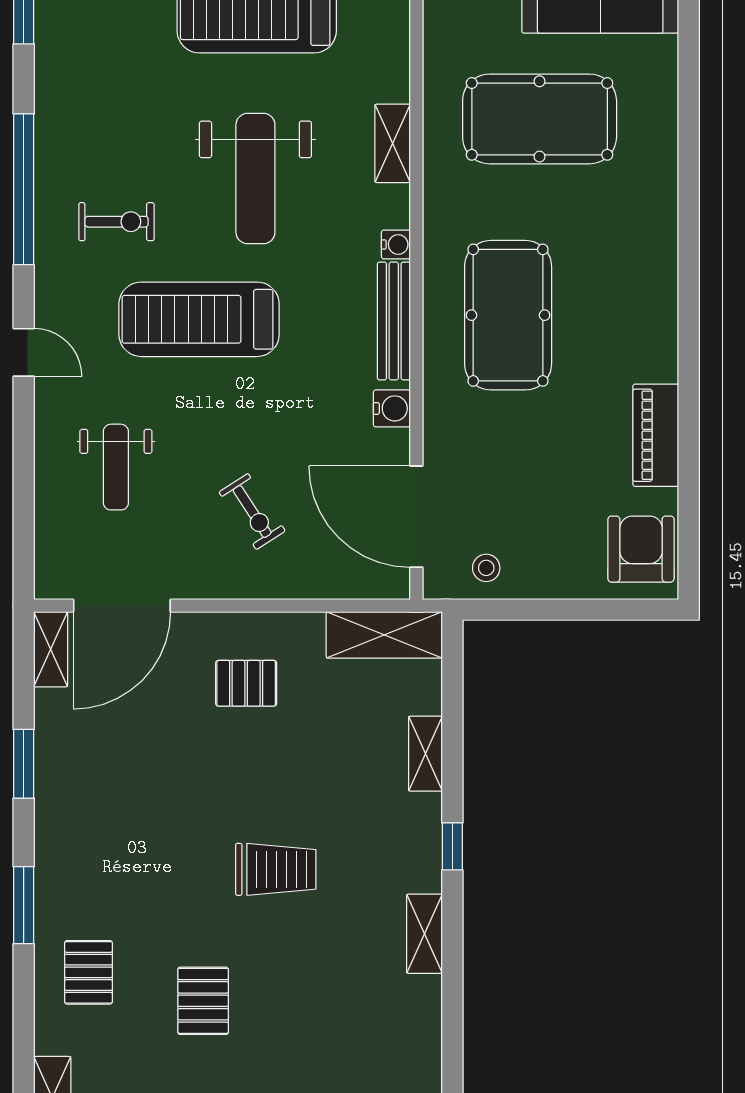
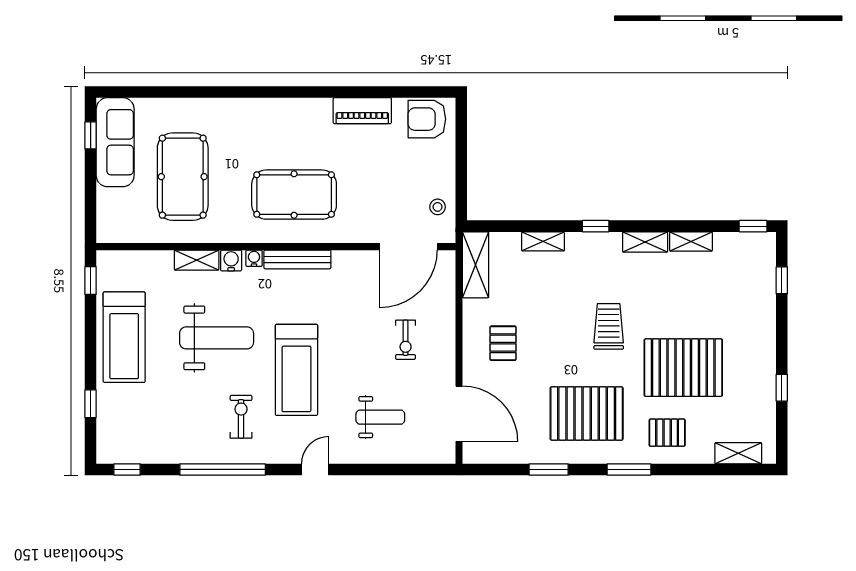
water cooler: (392, 408) -> (231, 260), moved
exercise bike: (252, 512) -> (406, 340), turned 123
shelving: (51, 649) -> (691, 241), moved
pallet: (122, 831) -> (587, 413), added
pallet: (203, 1001) -> (683, 368), width x2.05, depth x2.00

